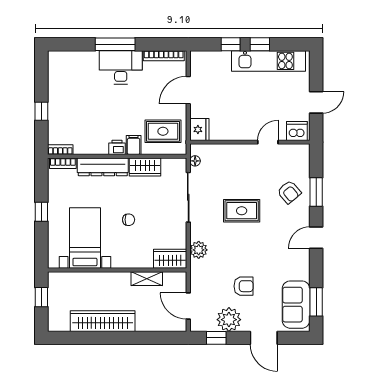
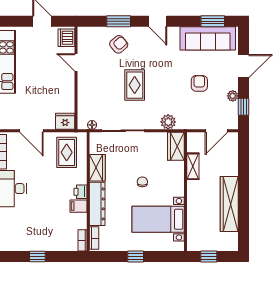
window: (41, 111) -> (37, 256), moved
filing cabinet: (134, 145) -> (78, 206), moved
sofa: (296, 305) -> (208, 38), width x1.36
plant: (229, 320) -> (233, 96), width x0.53, depth x0.53

